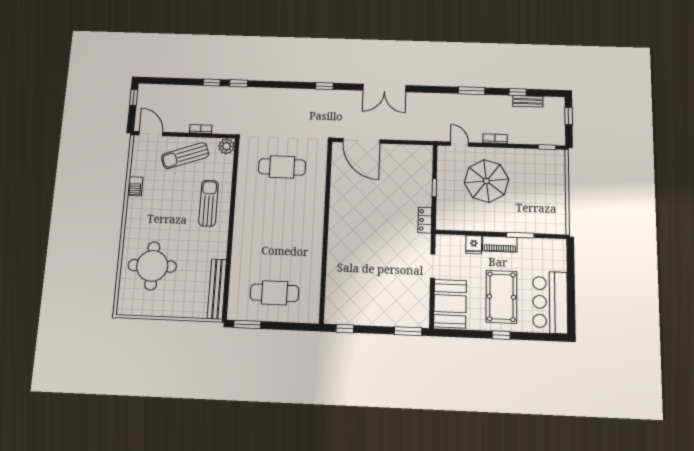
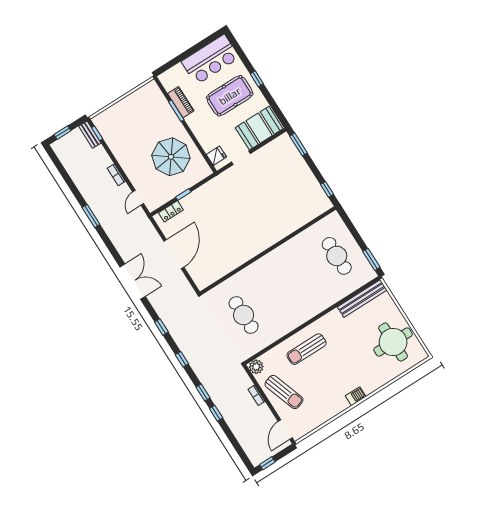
window: (518, 92) -> (182, 359), moved
bench: (528, 101) -> (90, 135), moved
door: (361, 141) -> (174, 254), moved
parasol: (486, 181) -> (171, 157), moved
barbecue: (135, 186) -> (356, 396), moved
locker: (425, 220) -> (171, 211), moved
piano: (500, 244) -> (181, 102), moved
fridge: (474, 245) -> (216, 156), moved
round table: (152, 266) -> (393, 342), moved

